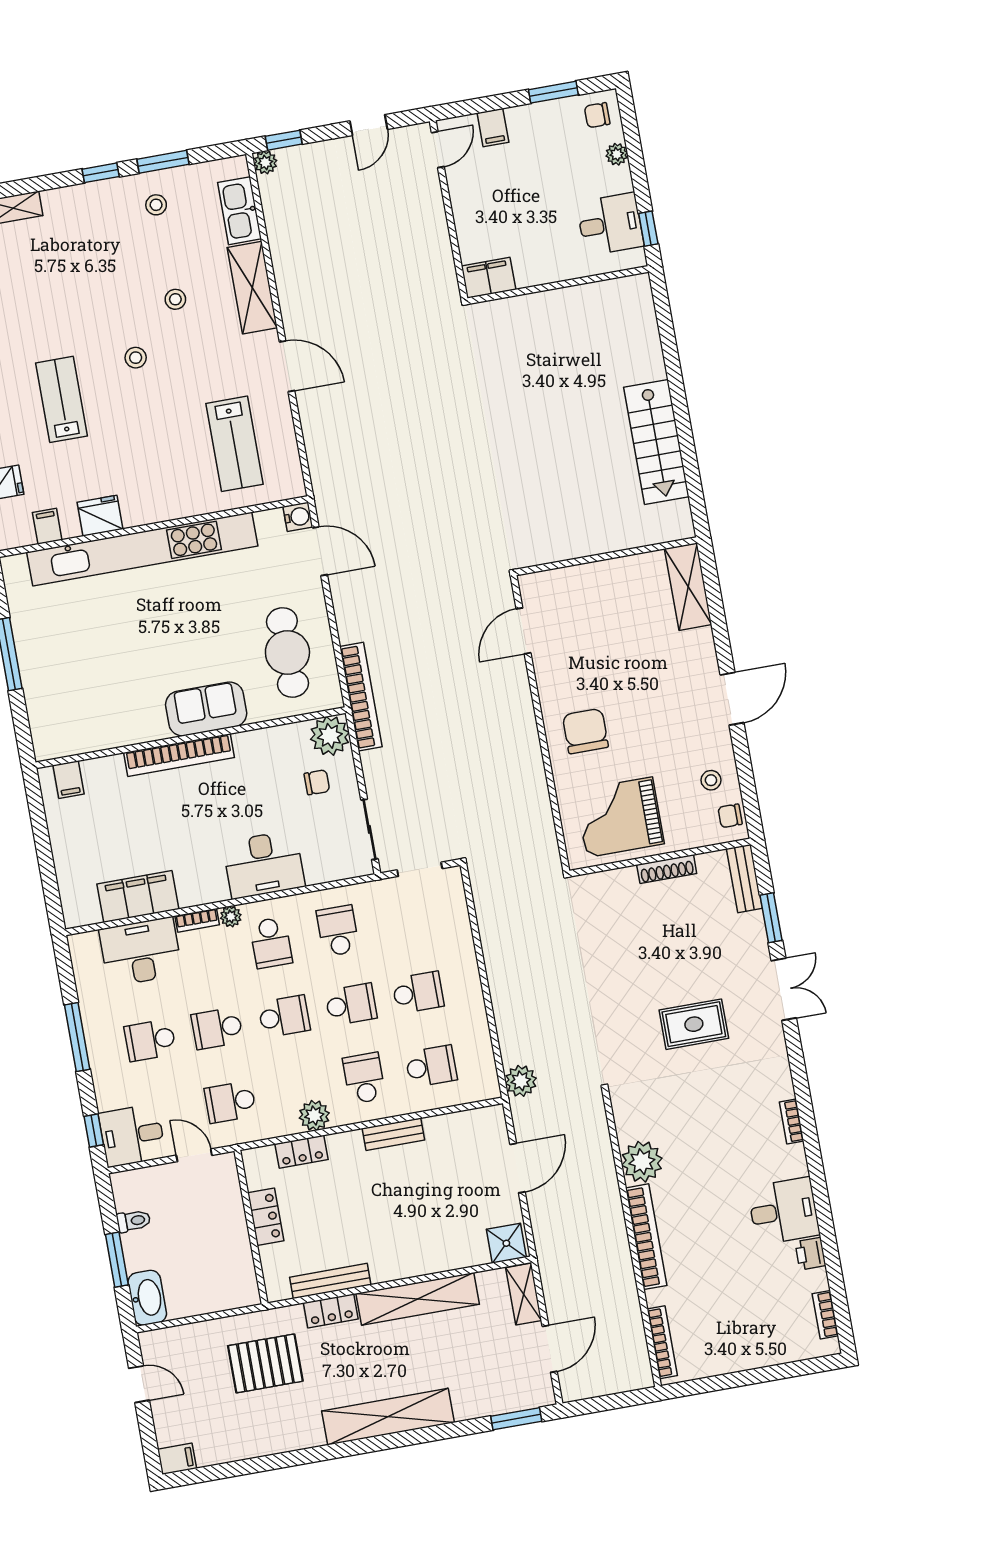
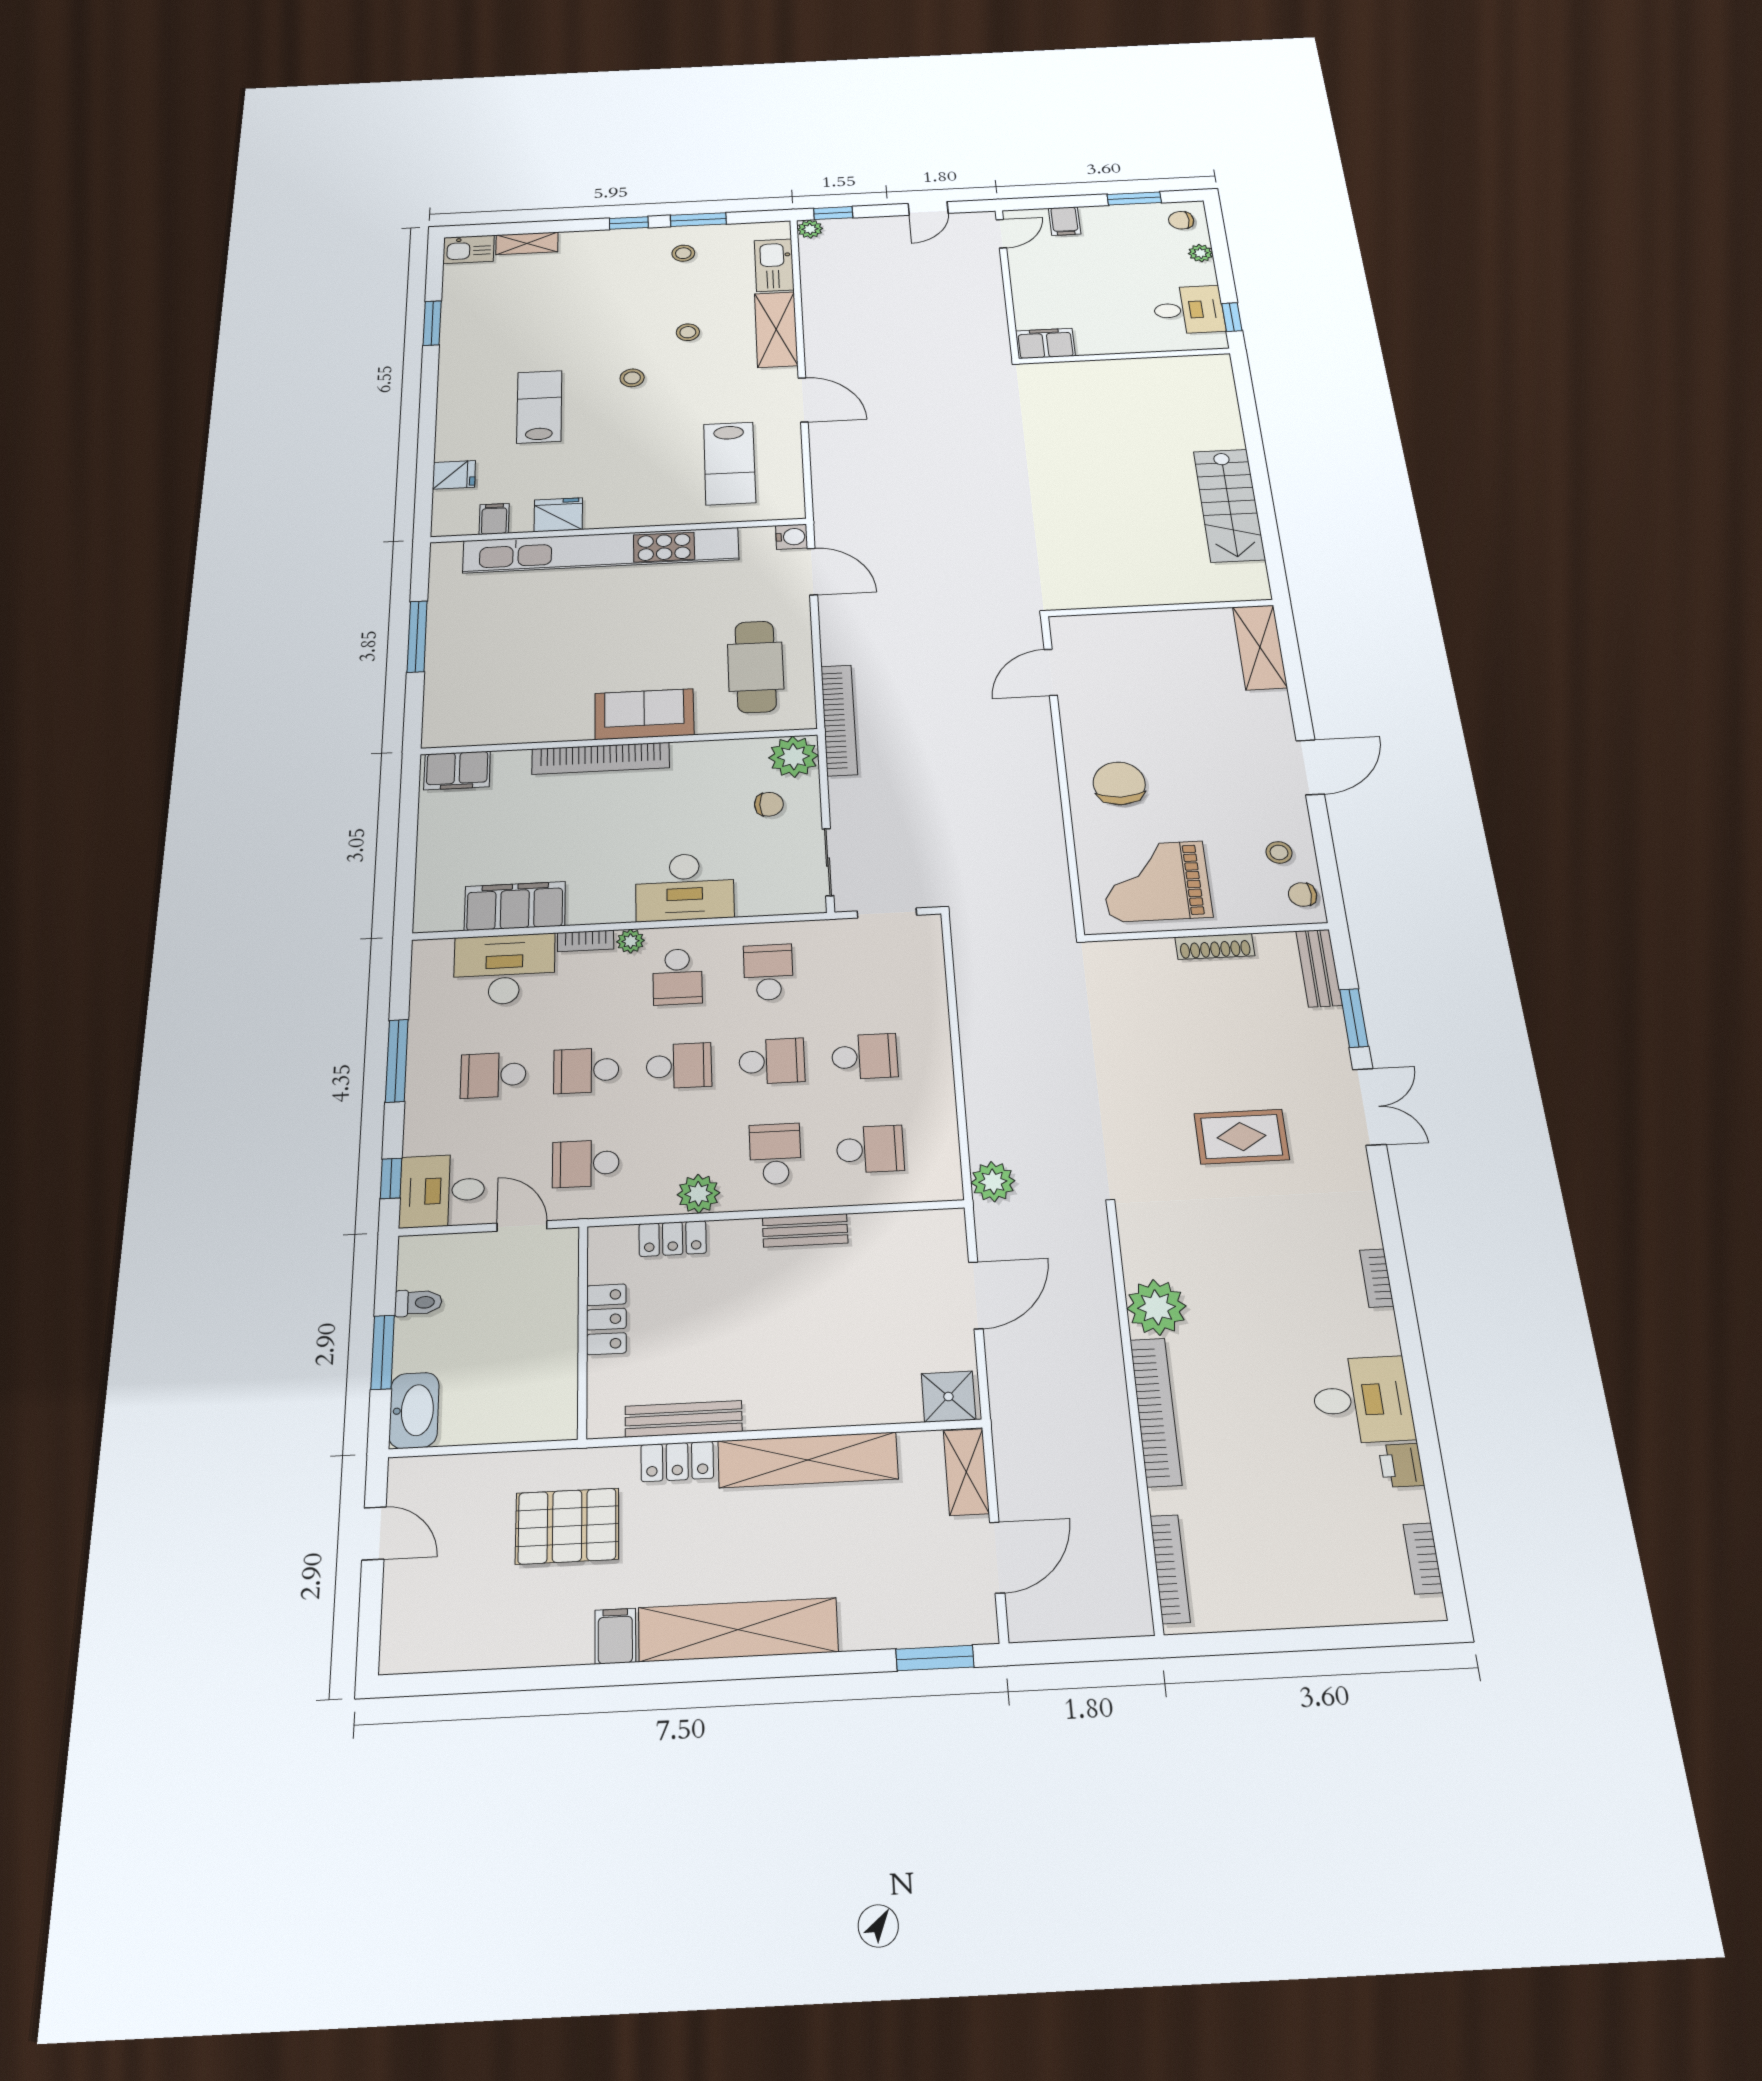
filing cabinet: (69, 780) -> (457, 771), width x2.00
filing cabinet: (177, 1459) -> (615, 1636), moved, turned -90

